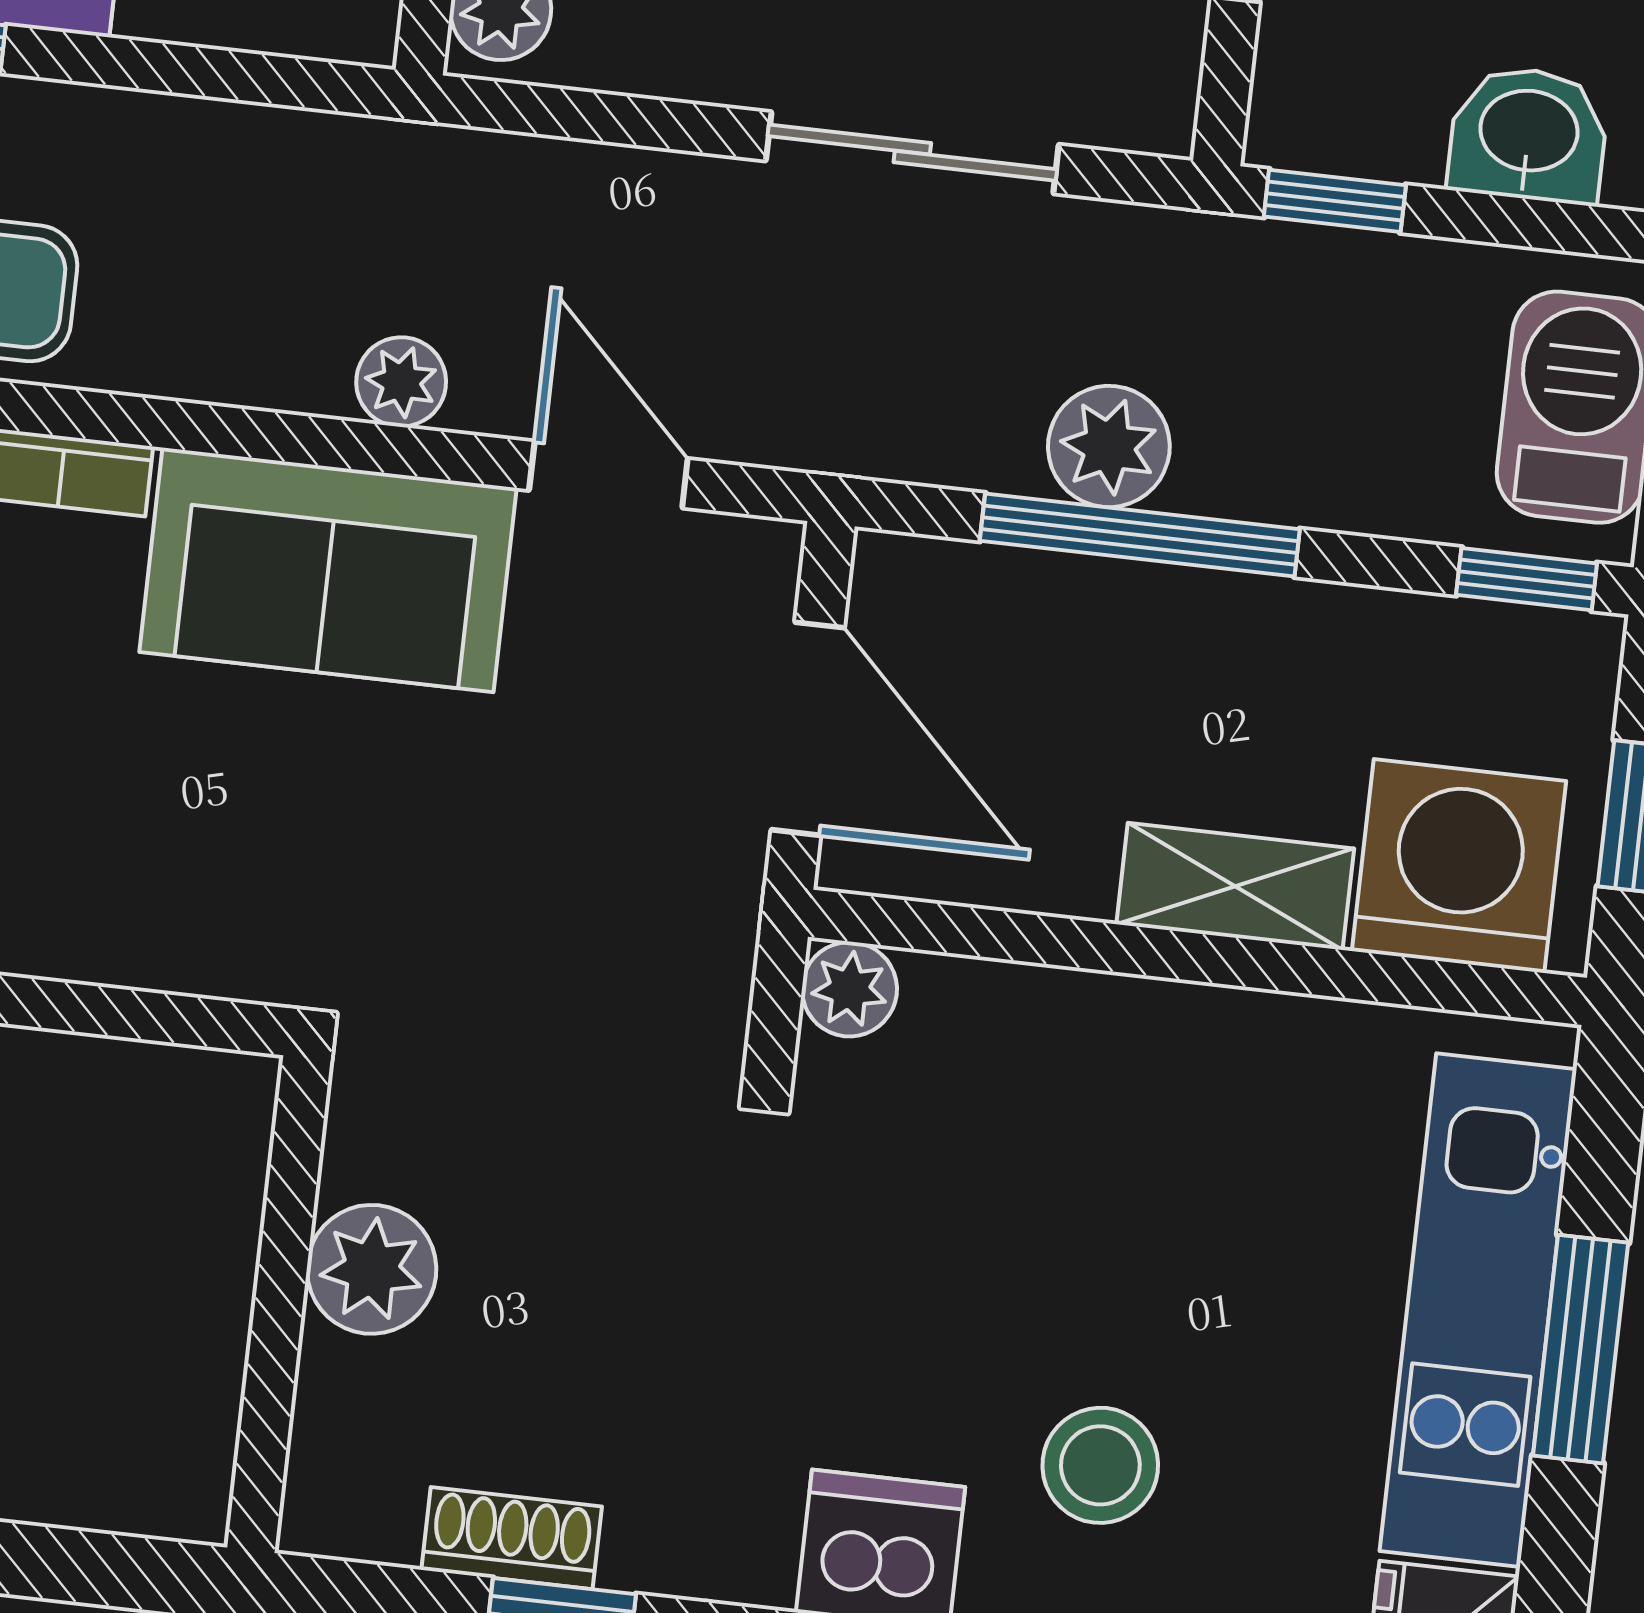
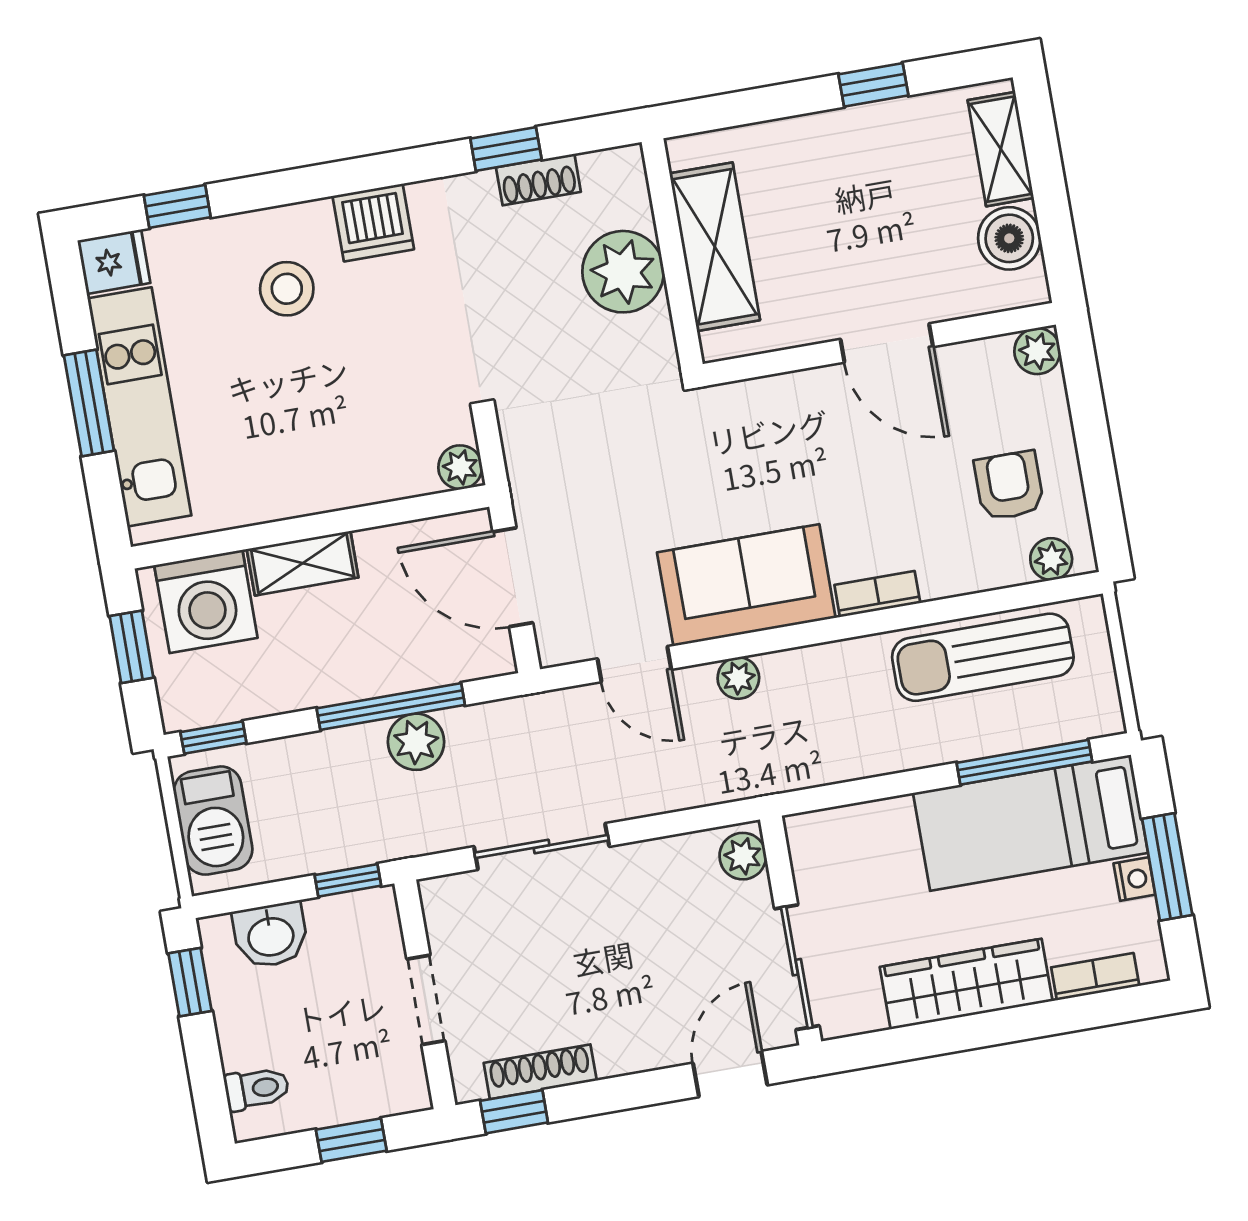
plant: (372, 1269) -> (623, 272), width x1.36, depth x1.36
shelving: (187, 1291) -> (715, 247), added

